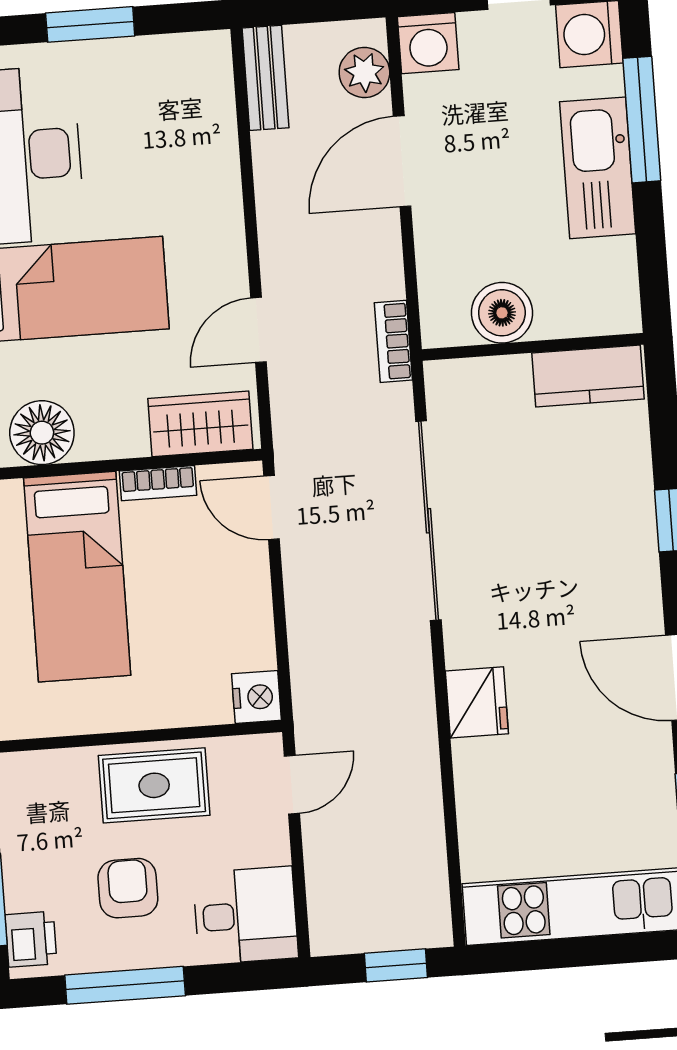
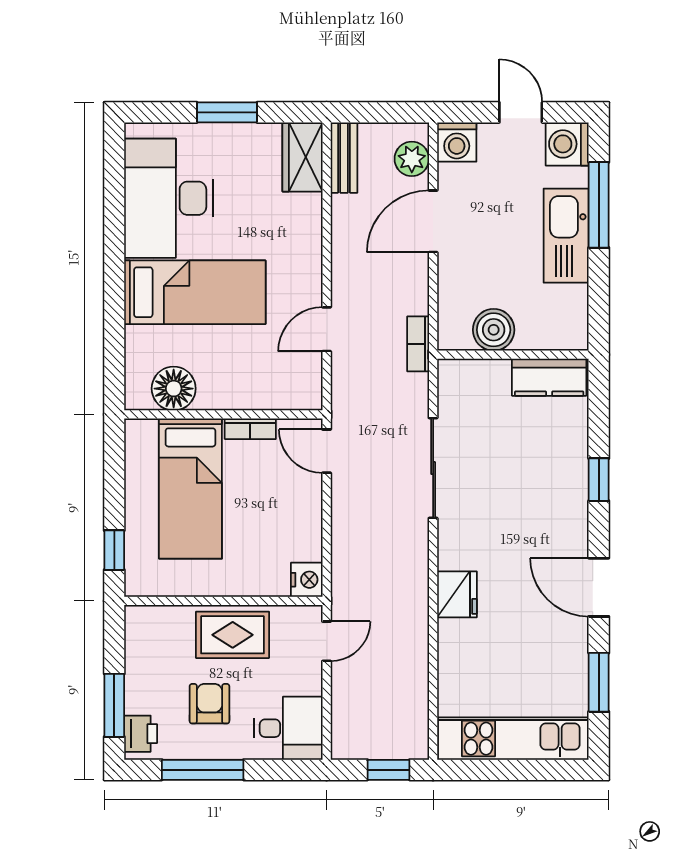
wardrobe: (200, 424) -> (302, 157), moved, turned -90
sliding door: (428, 521) -> (433, 468), width x0.73

